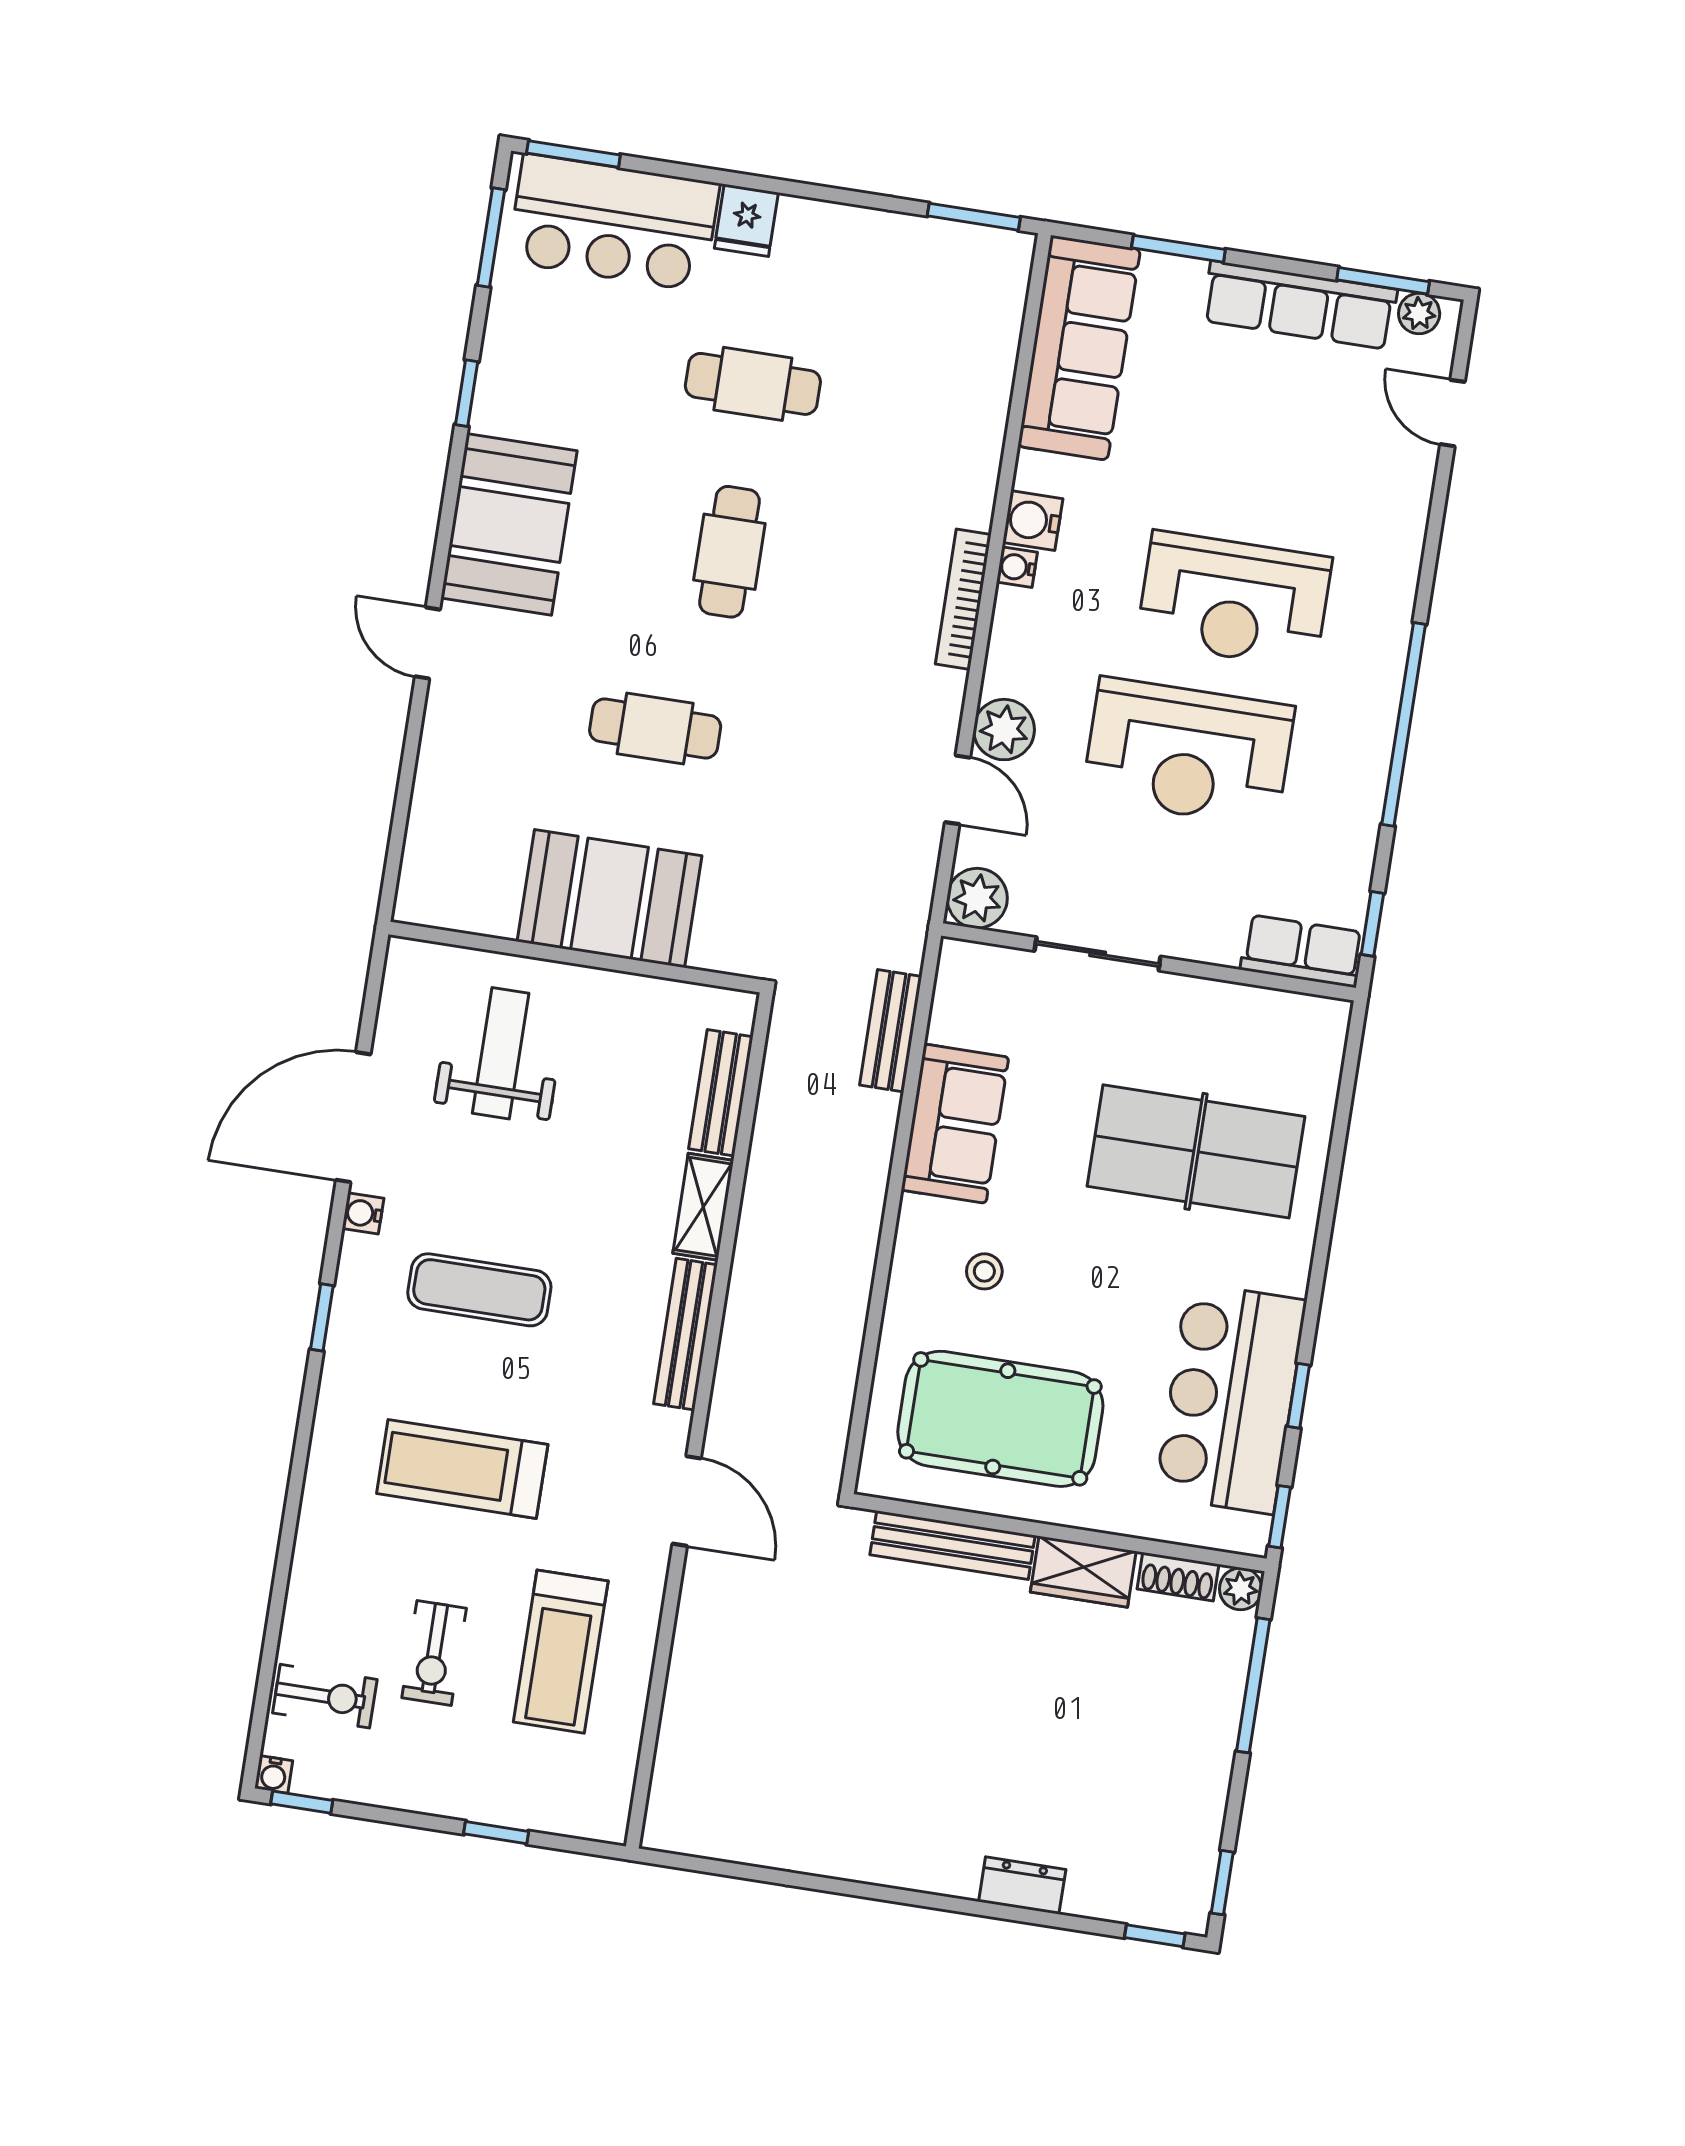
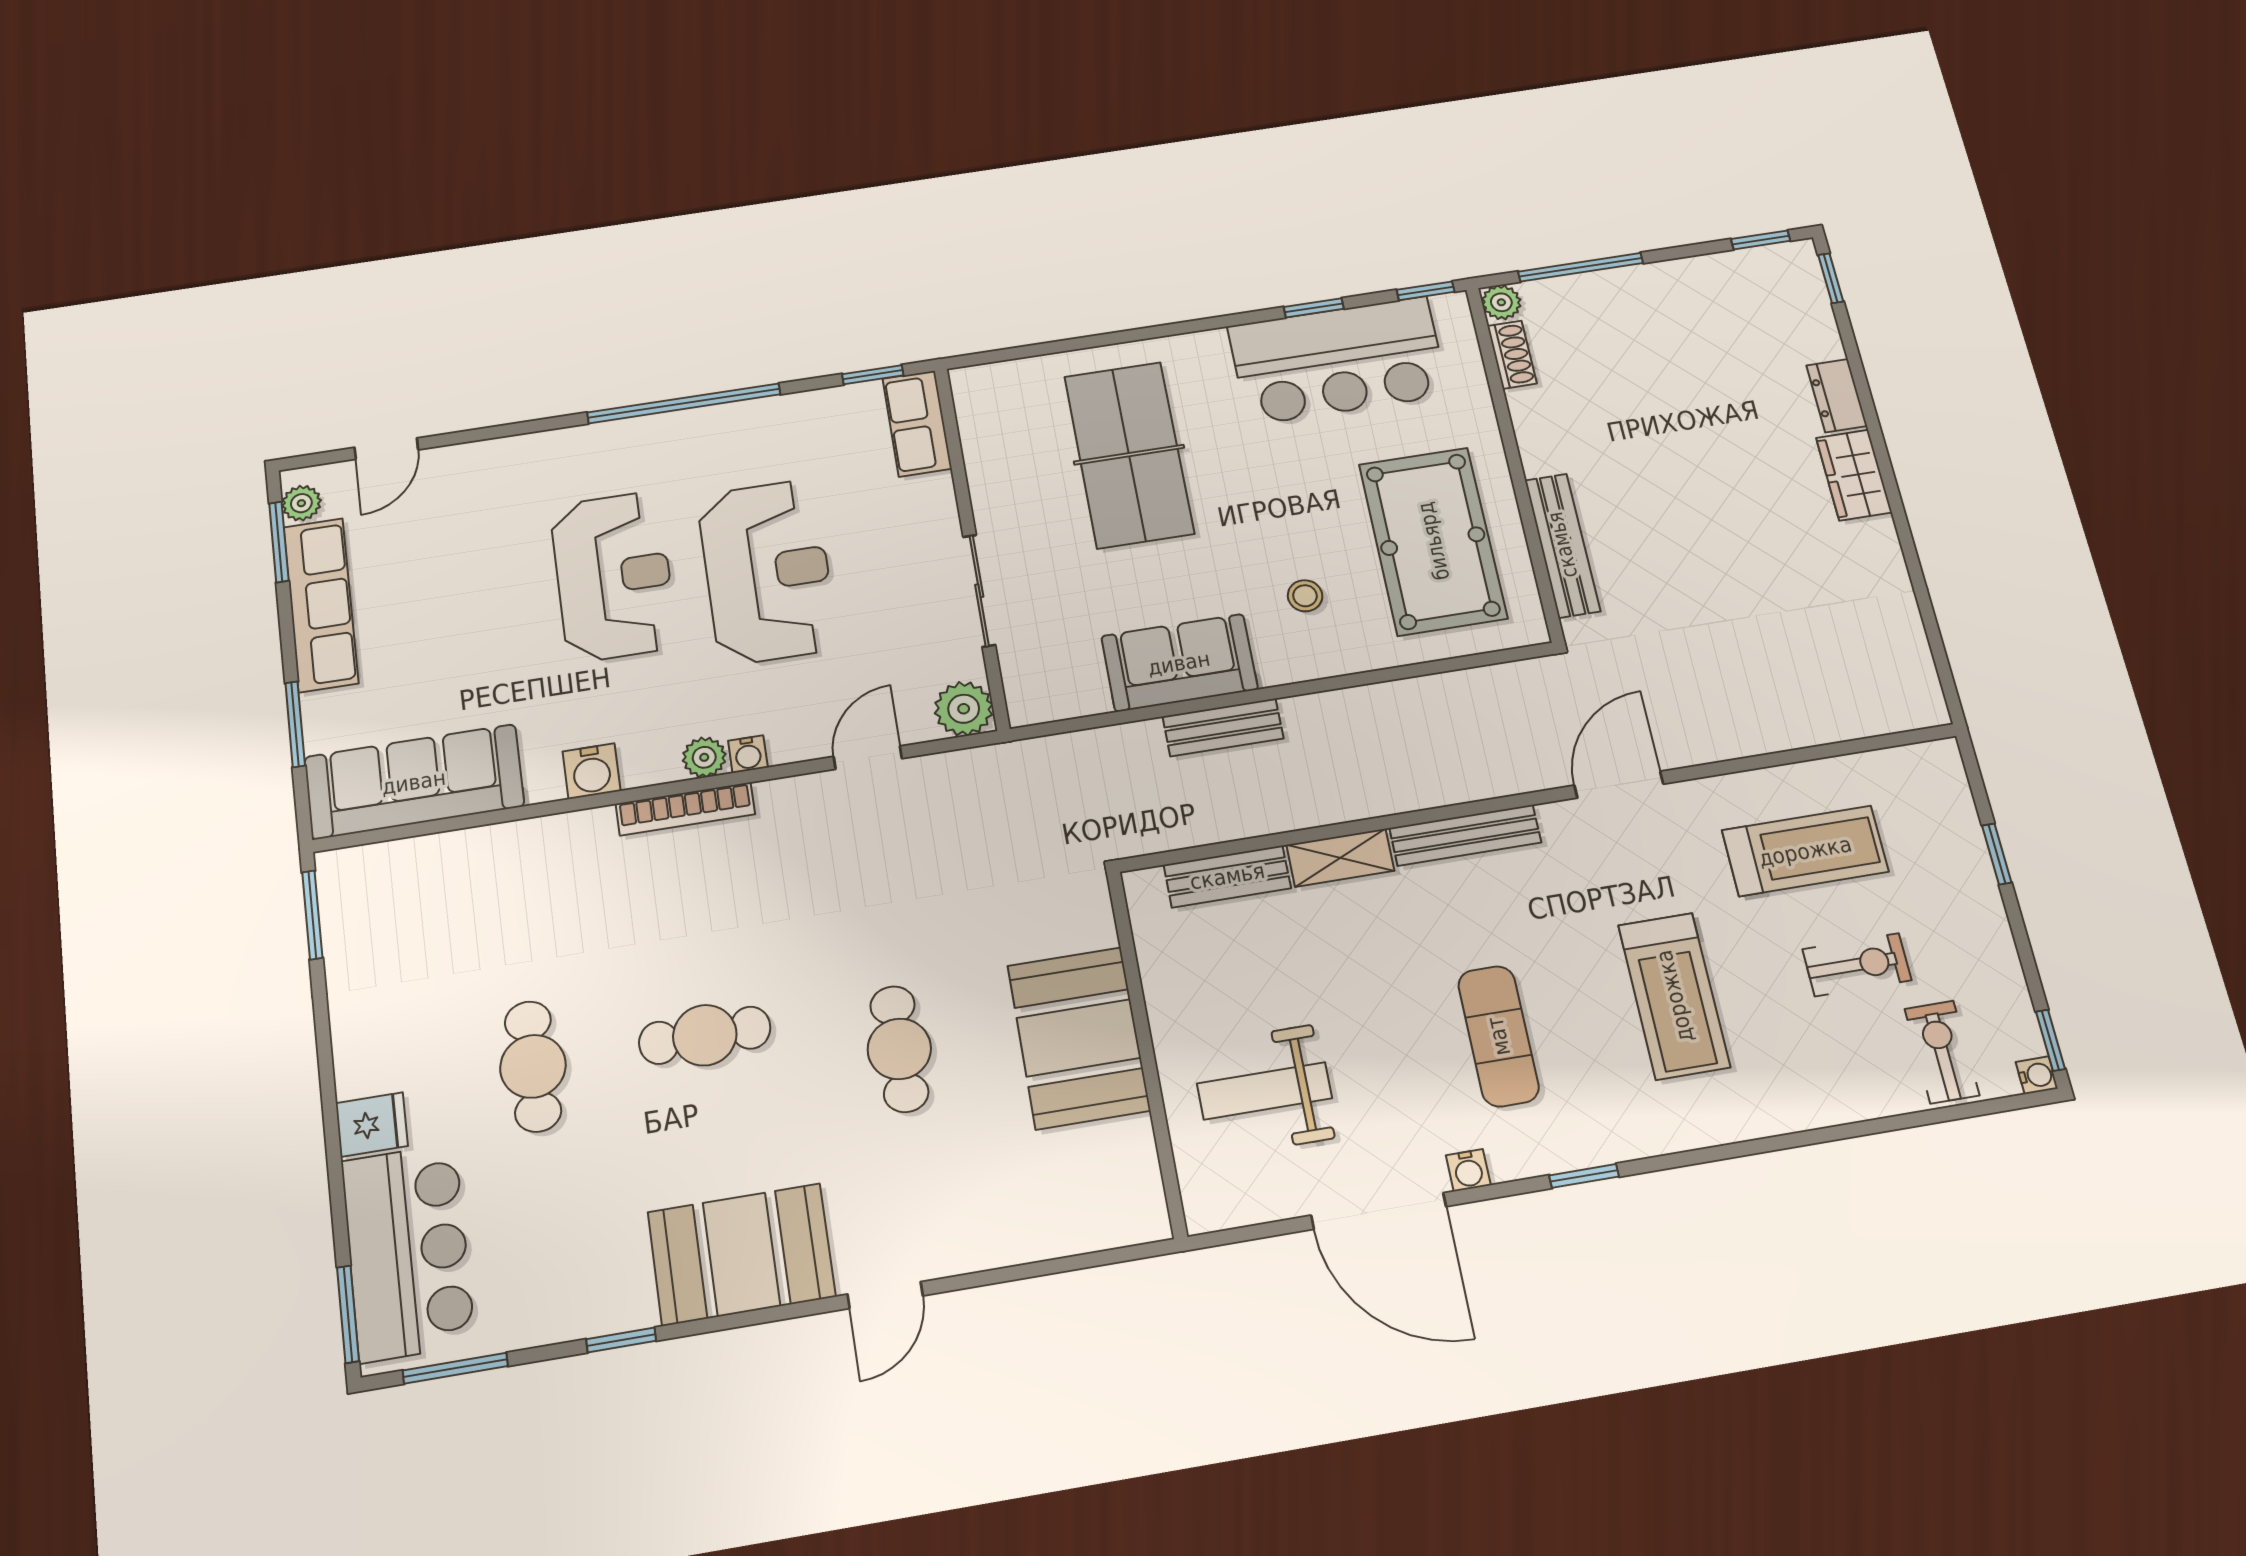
water cooler: (1017, 567) -> (748, 754), moved
plant: (1004, 730) -> (704, 757), moved, width x0.73, depth x0.73
bench: (891, 1031) -> (1223, 727), moved
wardrobe: (1083, 1572) -> (1854, 475), moved, turned 180

